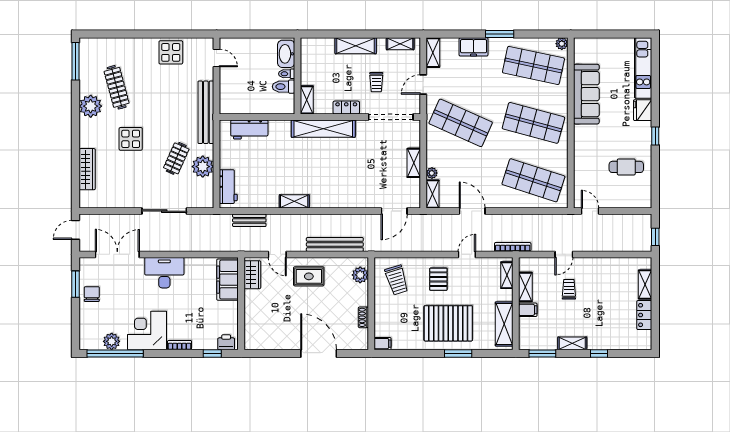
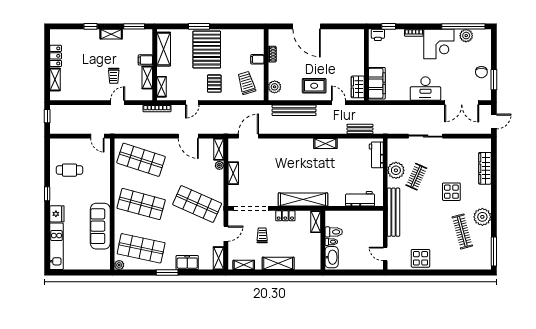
pallet: (448, 323) -> (207, 50), turned 90
filing cabinet: (383, 344) -> (257, 59), moved

